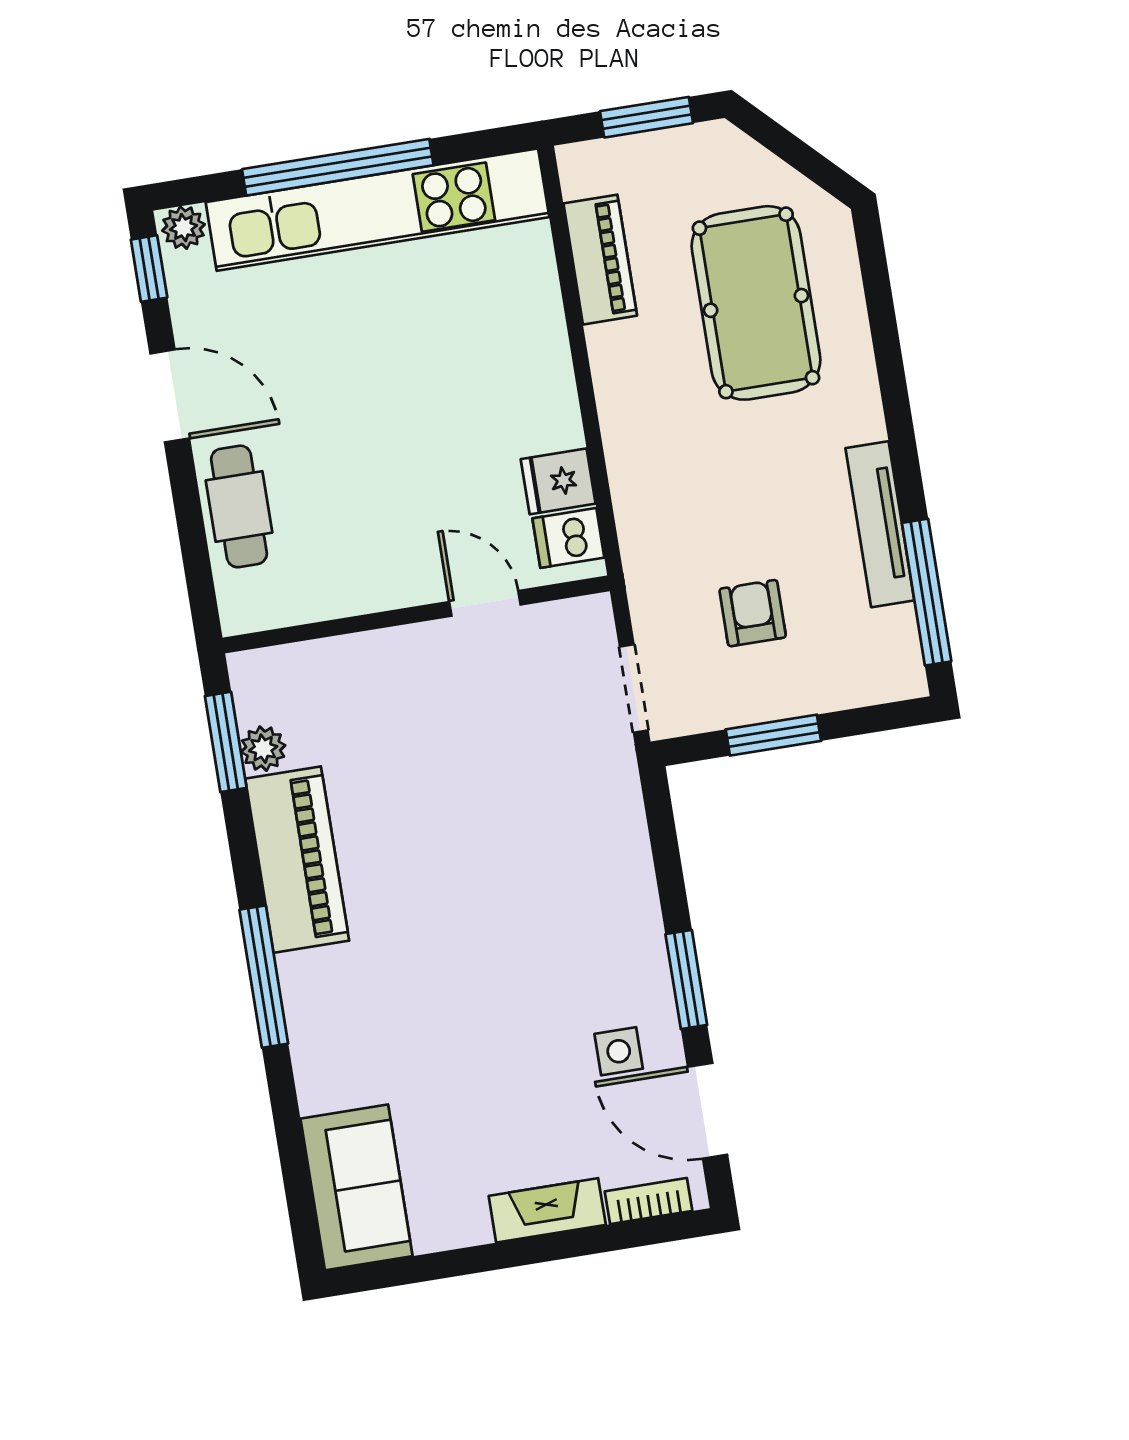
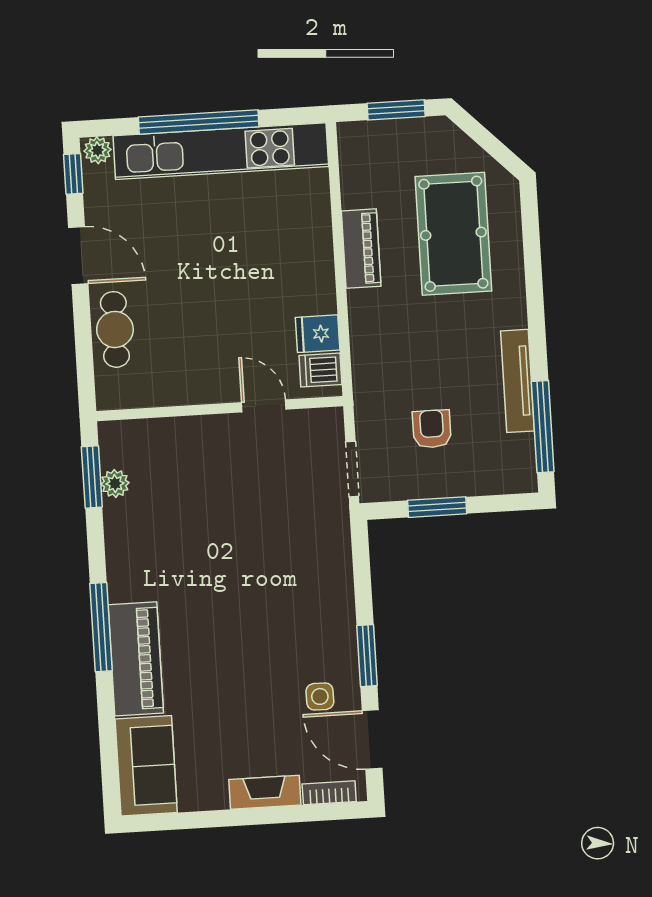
piano: (600, 260) -> (361, 249), moved
piano: (297, 860) -> (136, 659), moved

